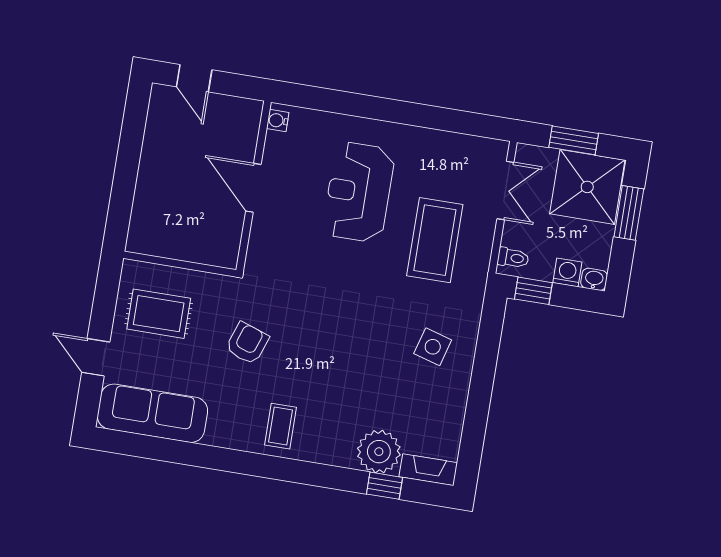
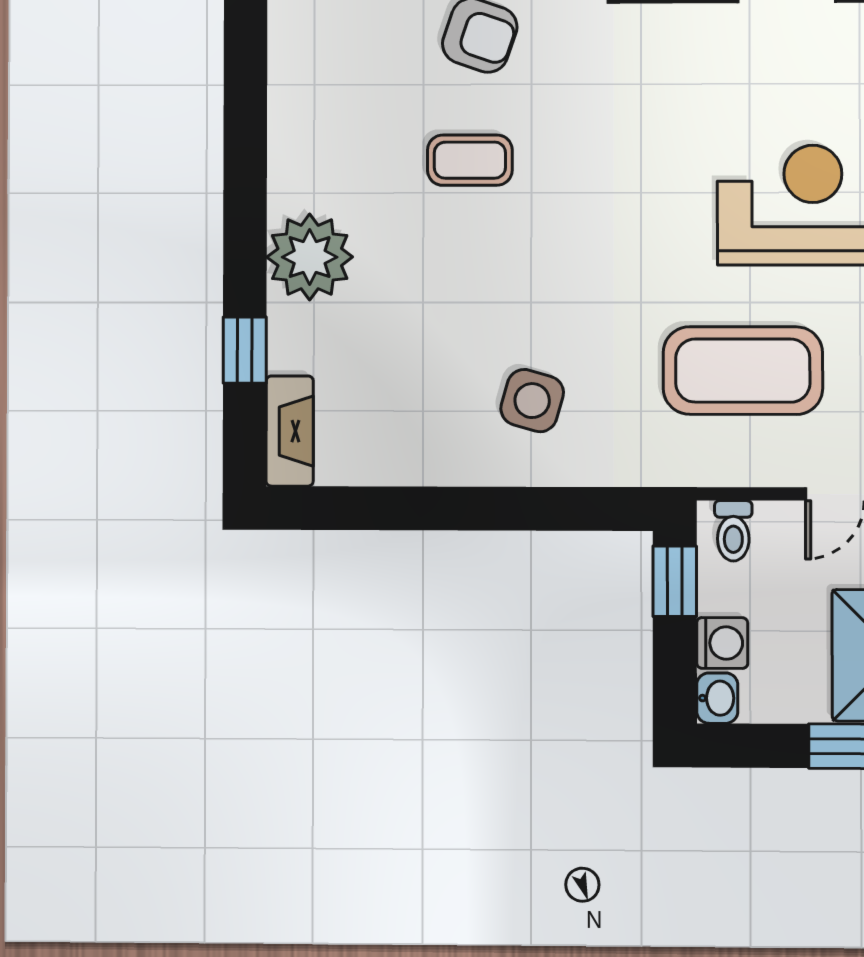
coffee table: (280, 426) -> (470, 160), moved
plant: (379, 452) -> (310, 257), moved

